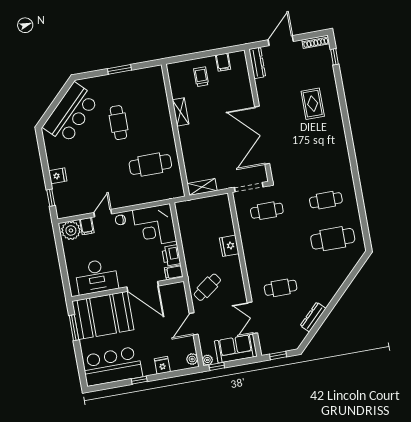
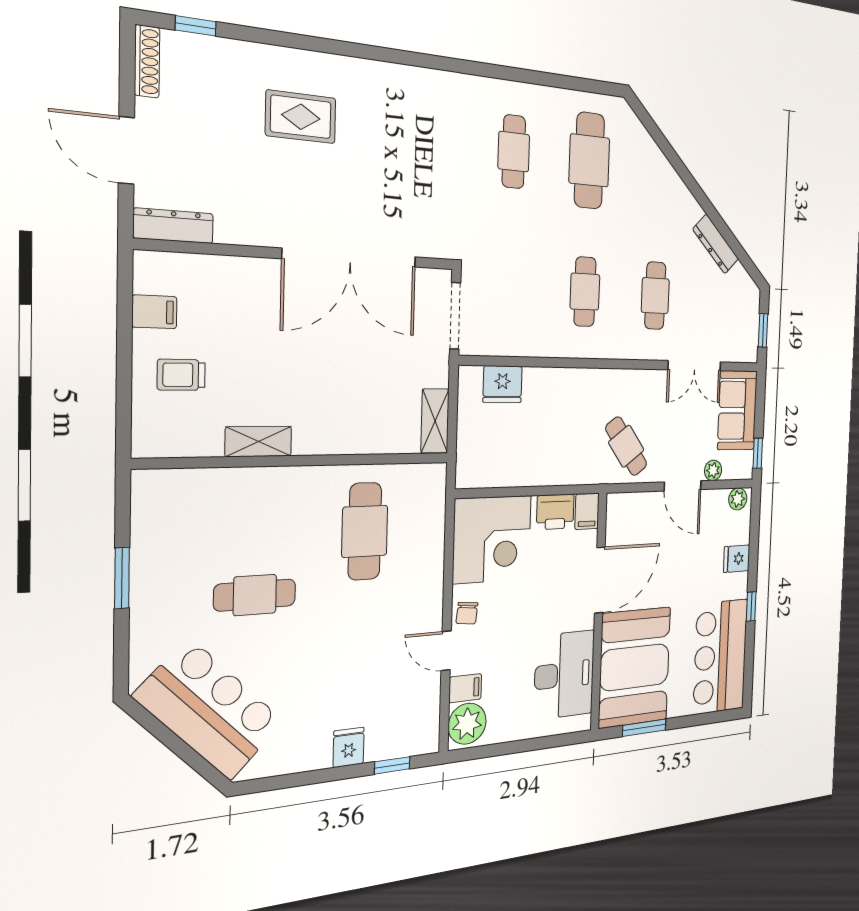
cafe table: (267, 211) -> (585, 292), moved
fridge: (229, 246) -> (503, 384), moved
plant: (207, 360) -> (713, 470), moved

